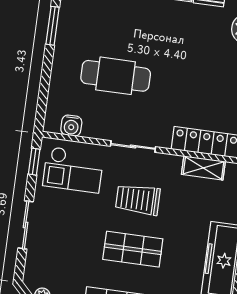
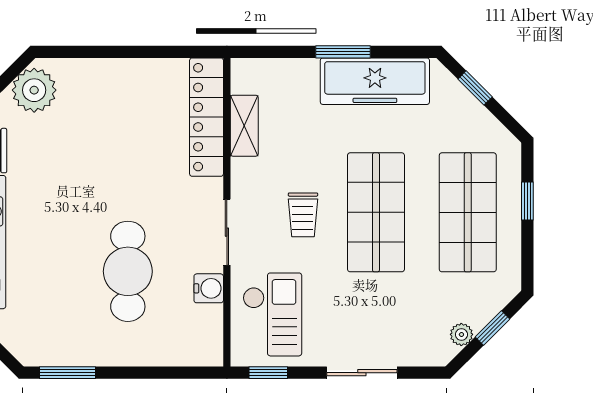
water cooler: (71, 126) -> (209, 288), moved
trolley: (138, 200) -> (303, 215), width x0.73, depth x0.72
shop shelf: (133, 249) -> (376, 212), width x1.43, depth x1.36

